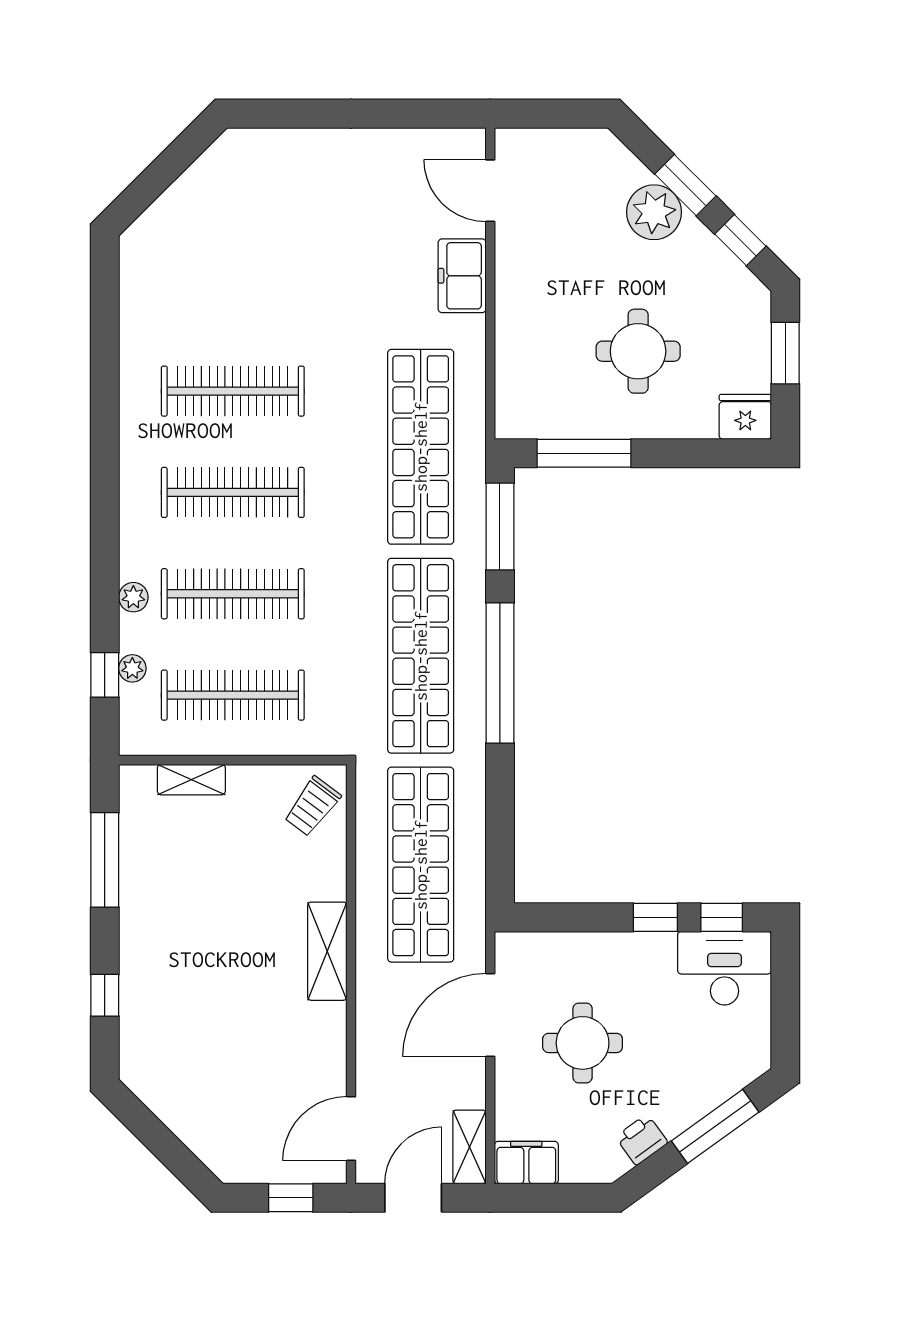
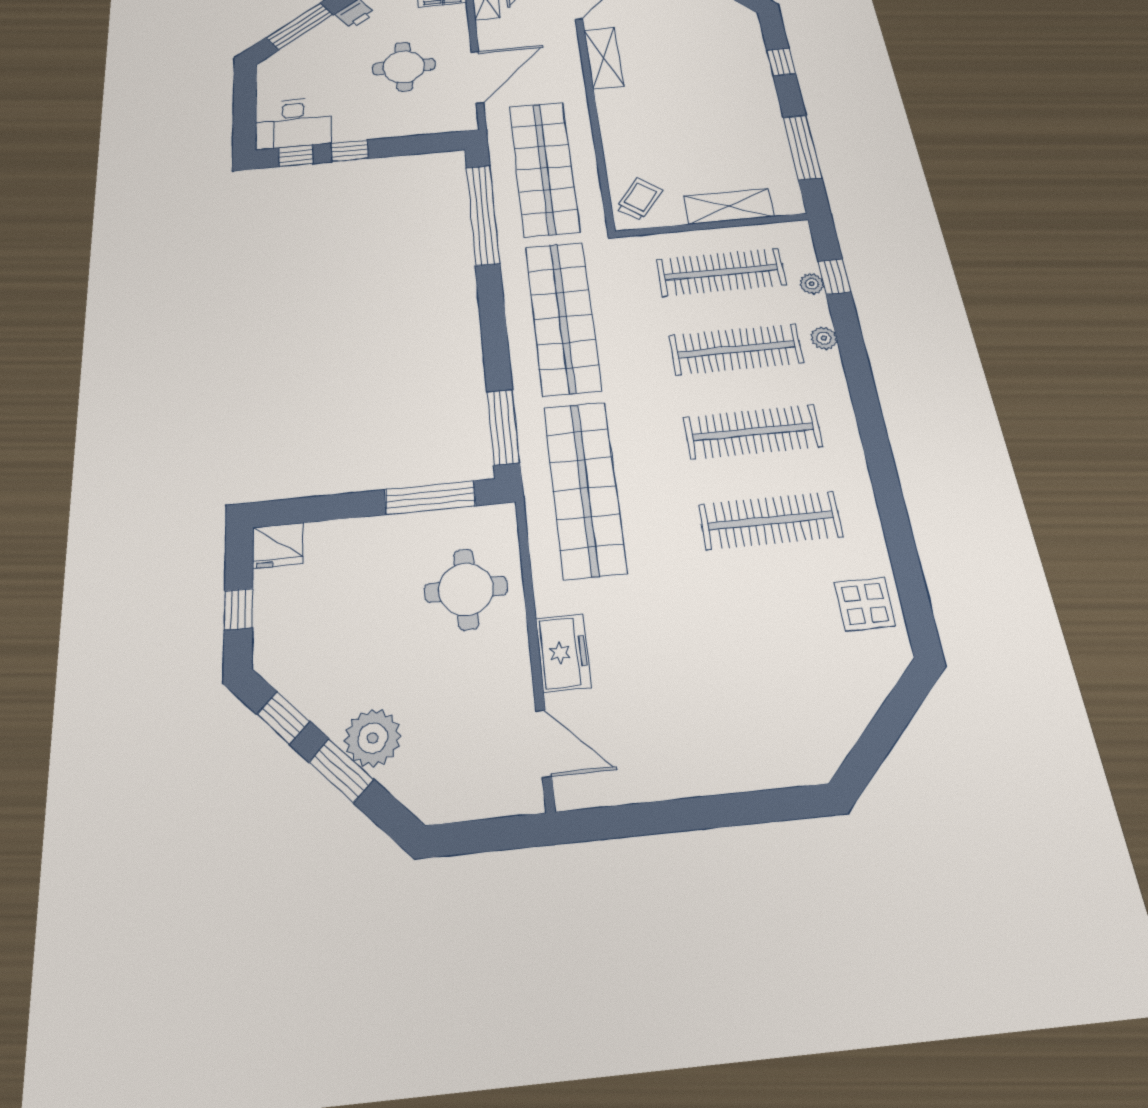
display table: (155, 294) -> (865, 604), added
round table: (638, 351) -> (466, 589), moved
window: (785, 353) -> (238, 609), width x0.67
window: (500, 673) -> (483, 215), moved
shelving: (191, 780) -> (729, 206), width x1.50, depth x1.33
shelving: (327, 951) -> (604, 58), moved

